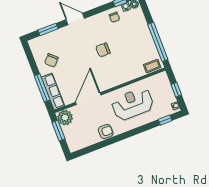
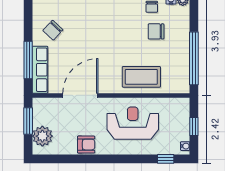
chair: (103, 50) -> (156, 31), moved
coffee table: (152, 66) -> (141, 77), moved, width x1.86, depth x1.72
plant: (65, 117) -> (42, 136), moved

